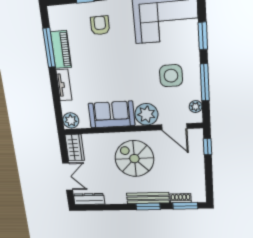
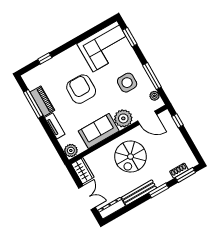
armchair: (100, 25) -> (81, 89), moved, width x1.88, depth x1.88
window: (203, 36) -> (130, 37), moved
spiral stairs: (134, 159) -> (130, 157), turned -90
bench: (148, 198) -> (139, 193), moved

